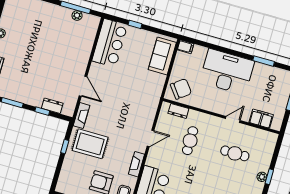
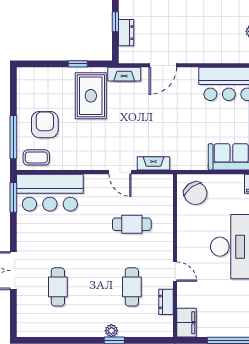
dresser: (178, 111) -> (166, 302), moved
filing cabinet: (261, 119) -> (187, 323), moved
fireplace: (136, 164) -> (153, 163), moved

